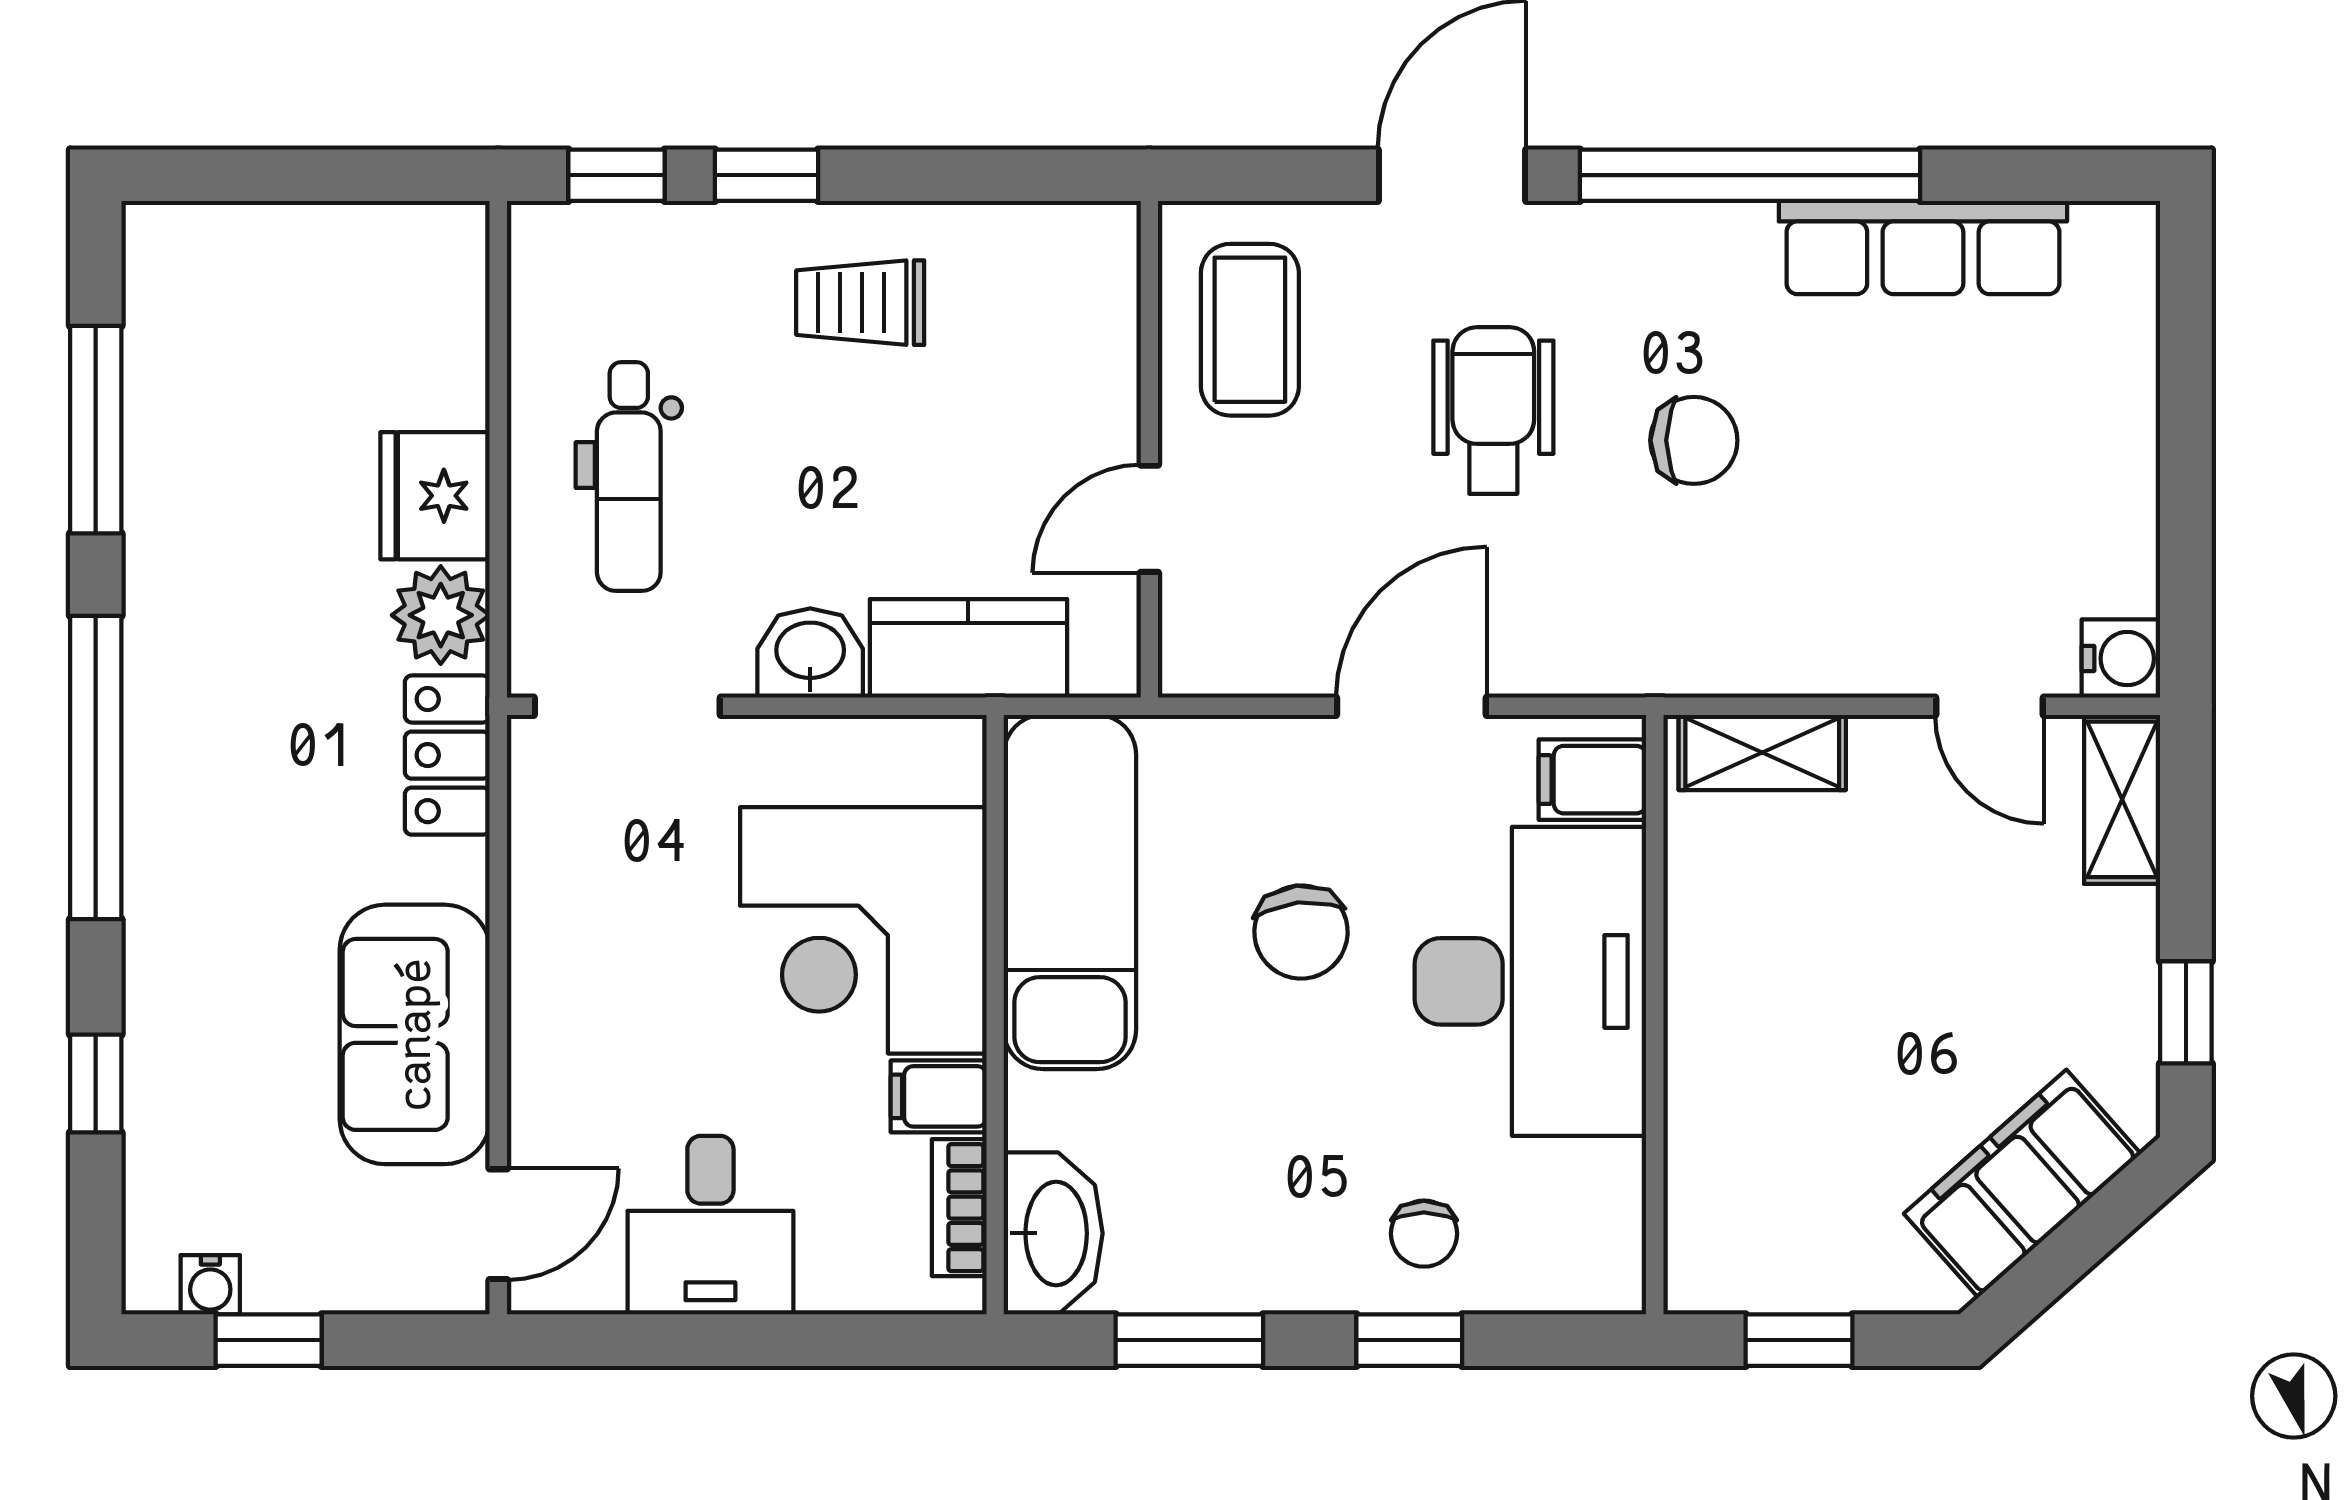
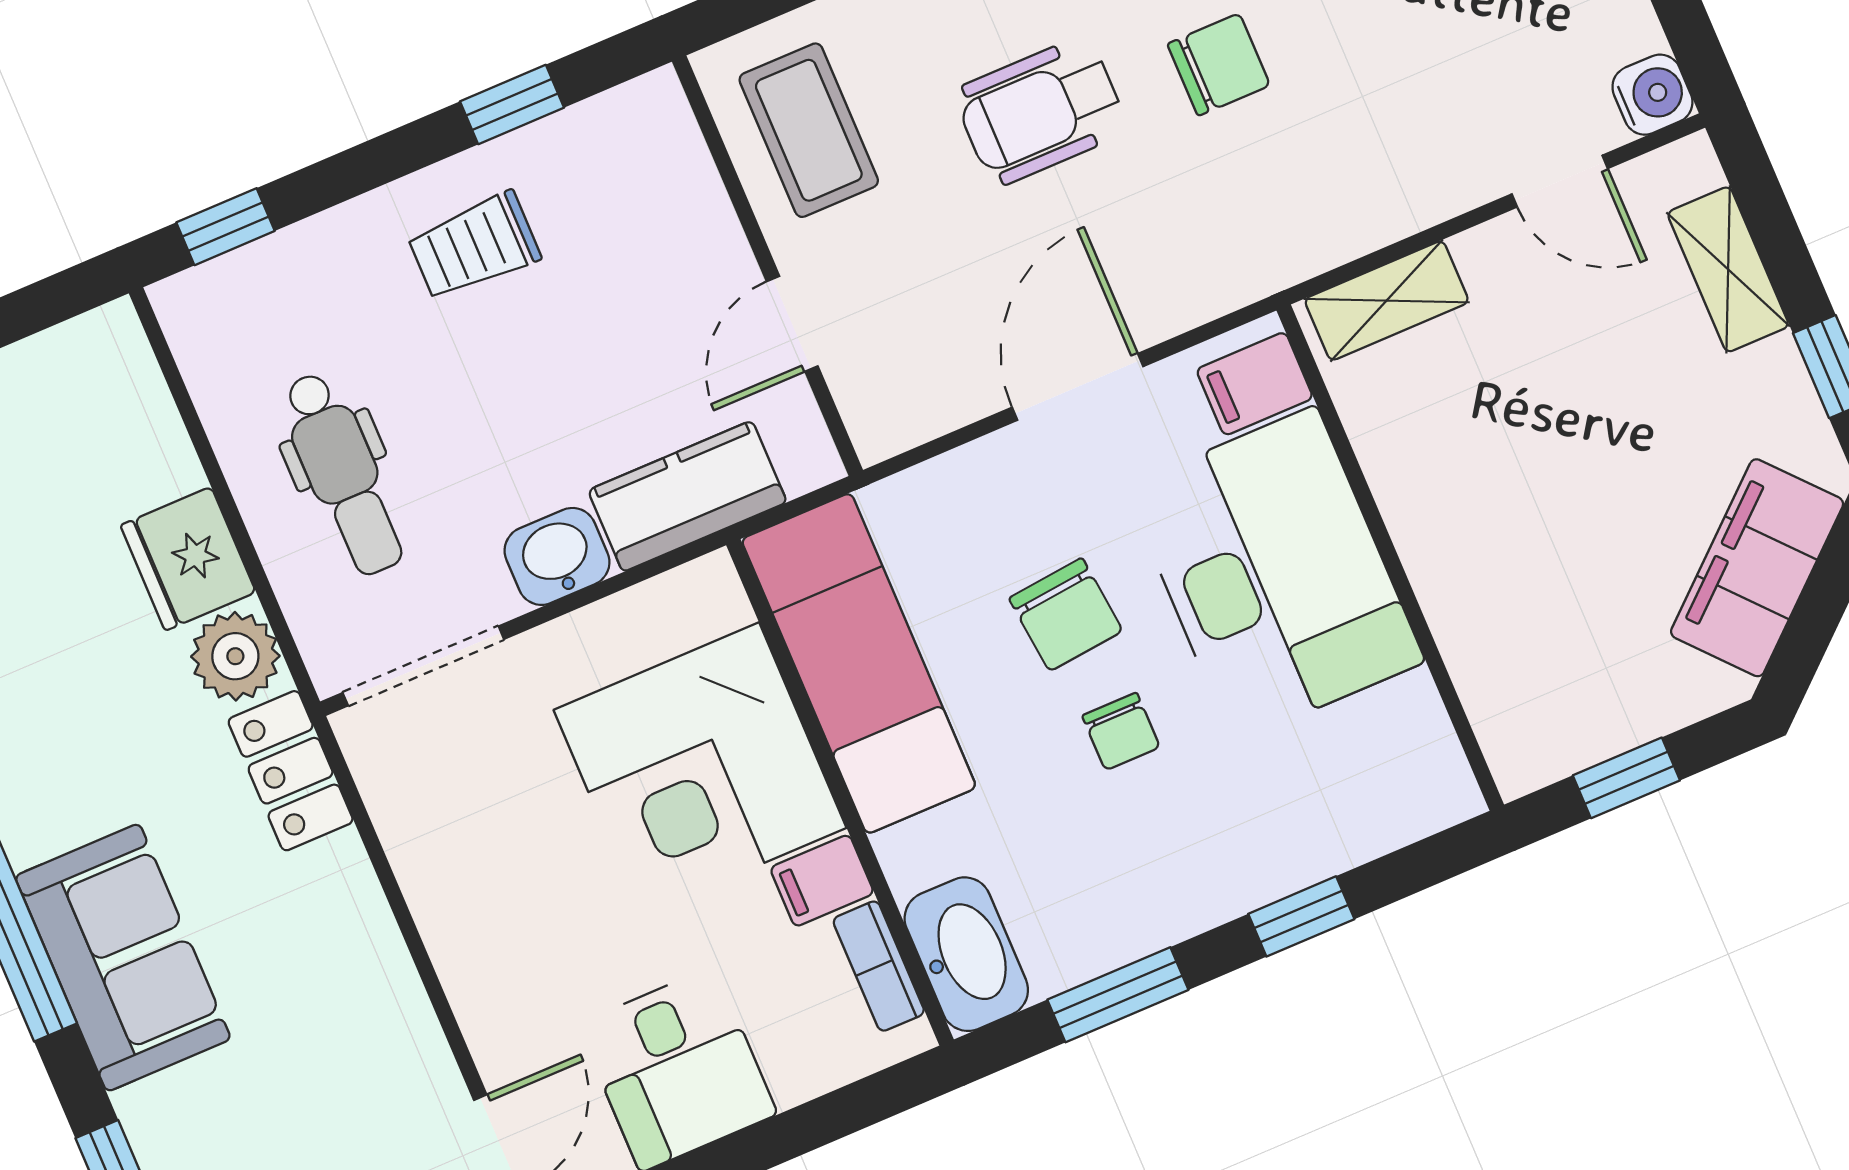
window: (767, 175) -> (512, 104), moved
wheelchair: (1493, 411) -> (1041, 111), turned -90
shelving: (2122, 799) -> (1728, 269), moved
sofa: (415, 1034) -> (123, 958), moved, turned 180
chair: (1424, 1234) -> (1121, 731), moved

